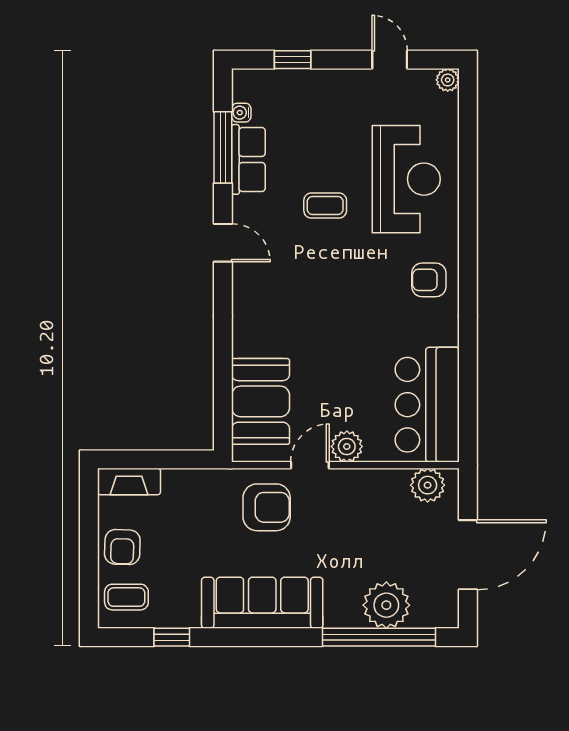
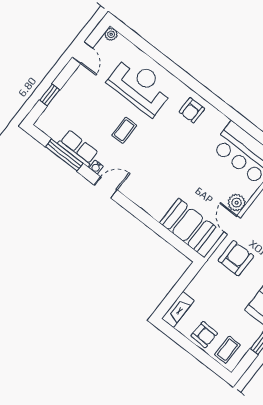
door: (390, 60) -> (83, 53), swing flipped
water cooler: (241, 113) -> (96, 167), moved

